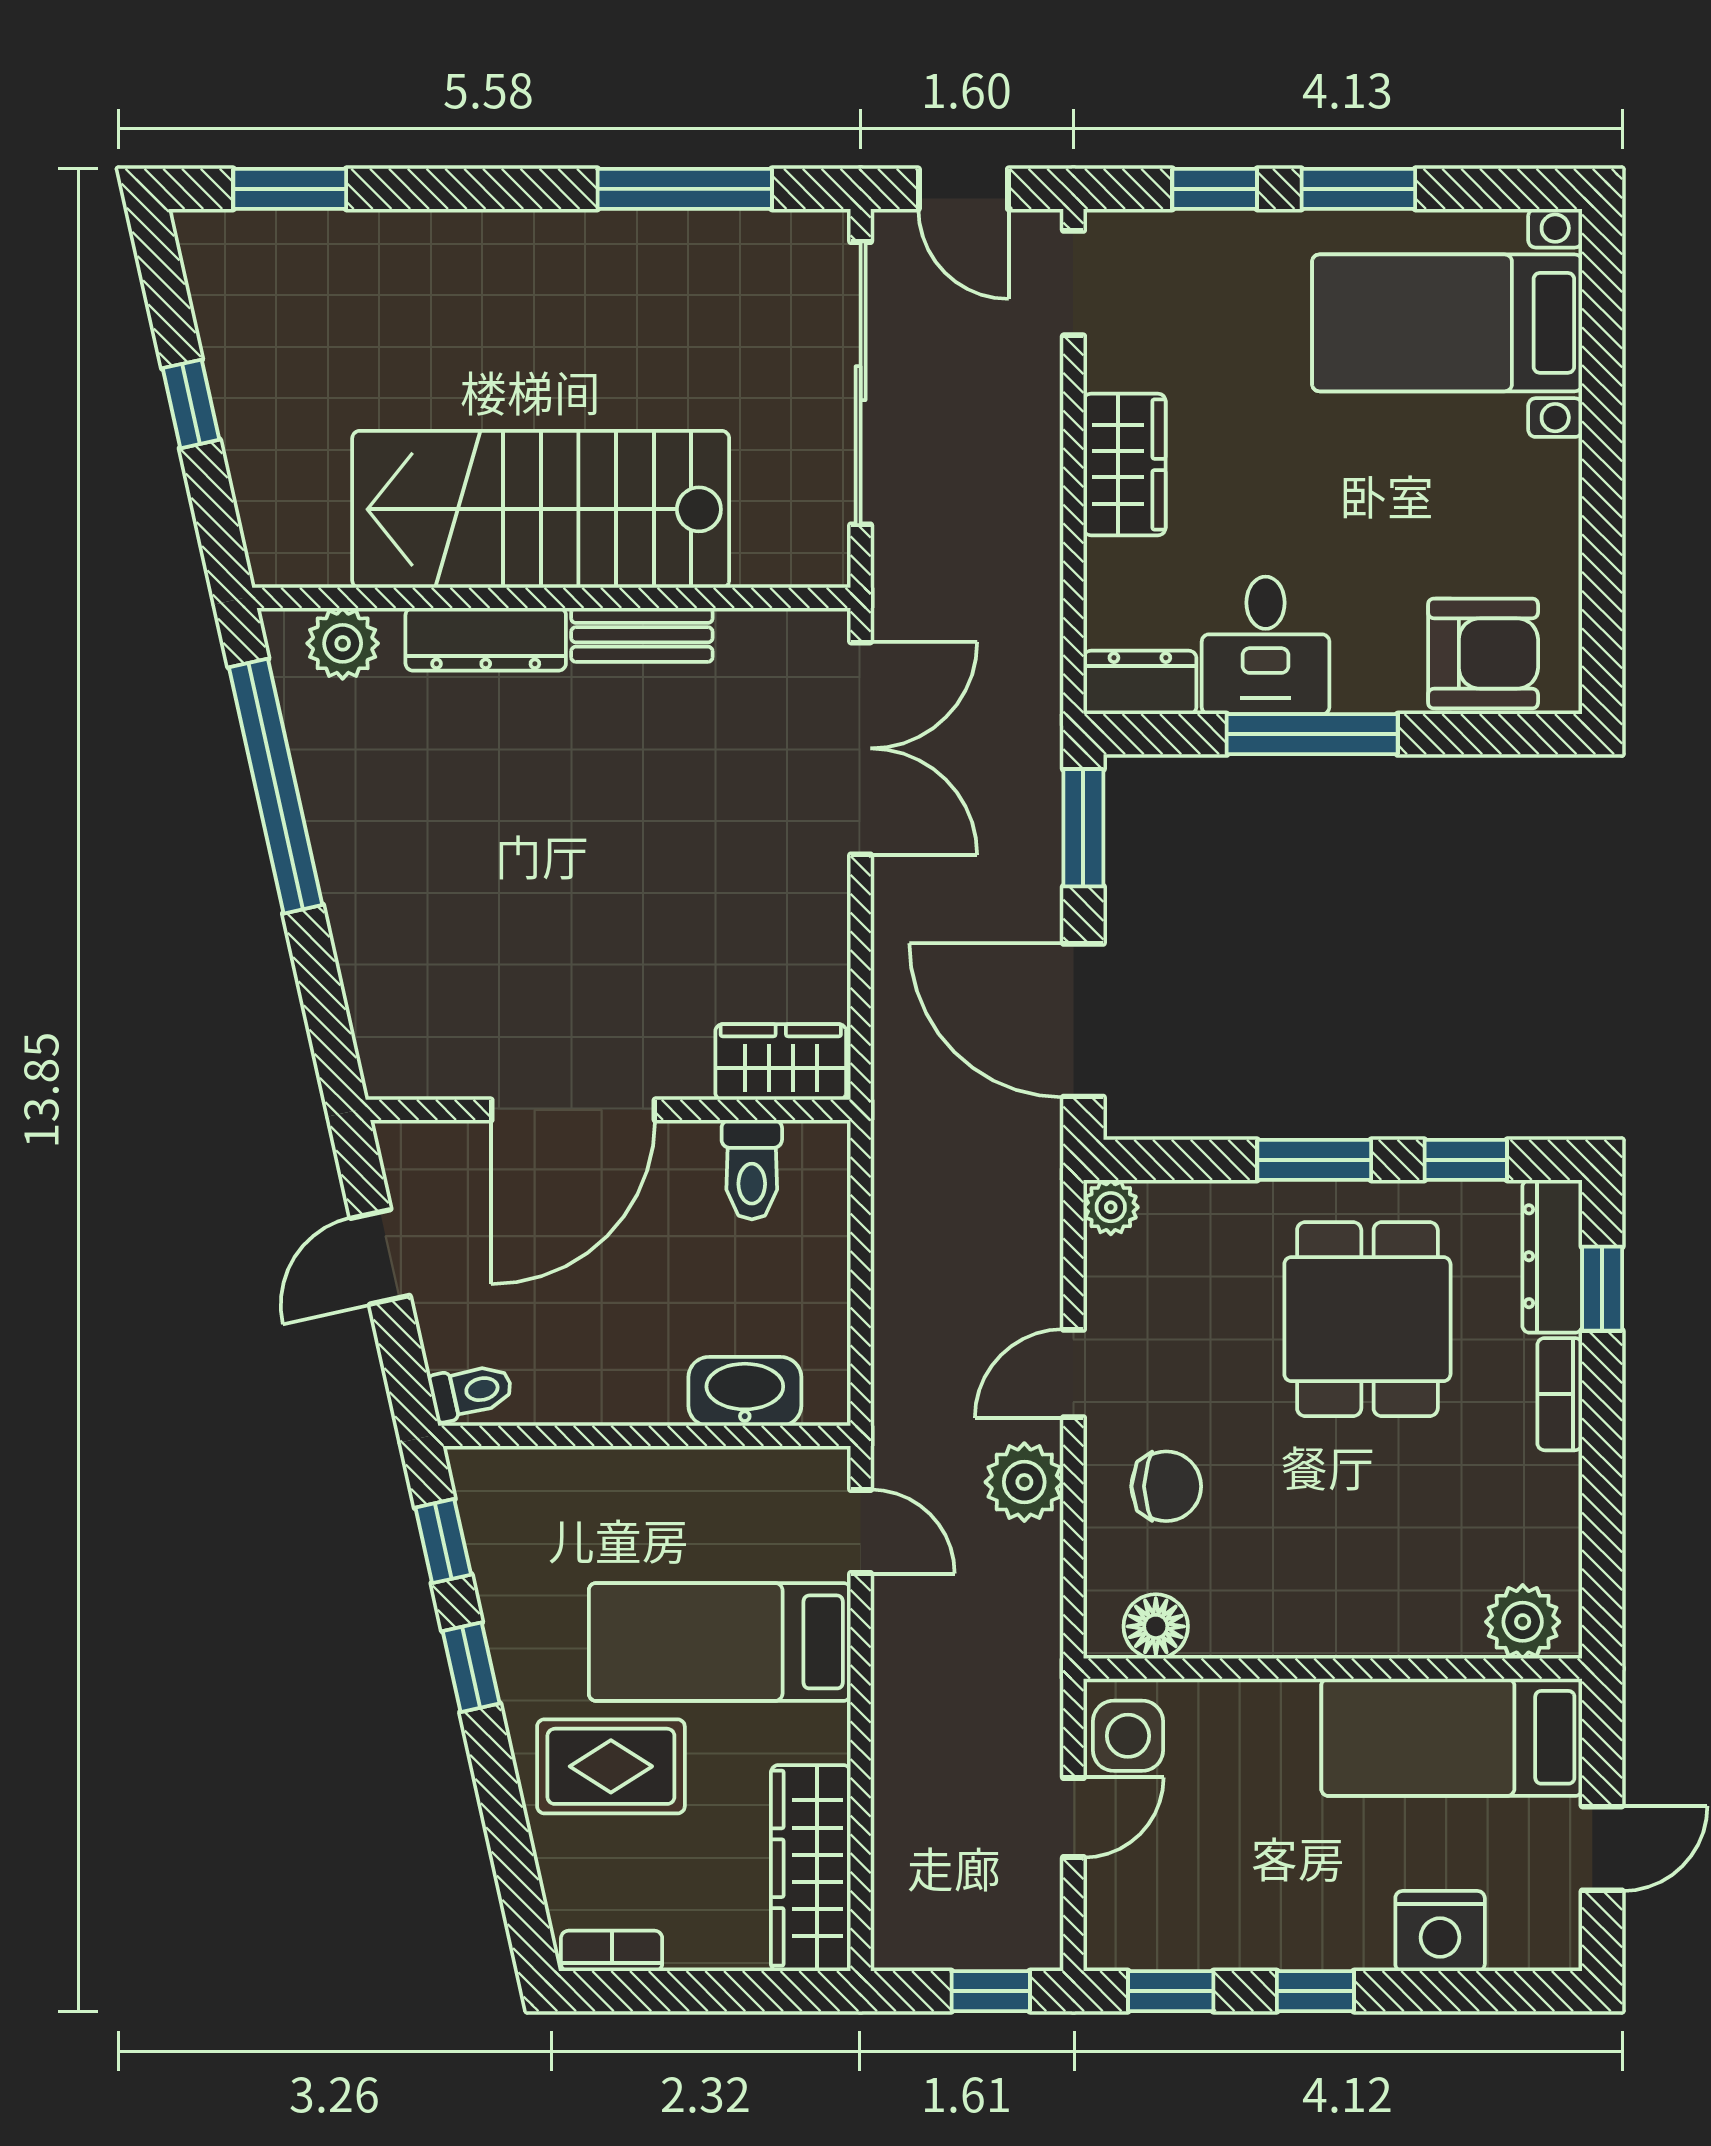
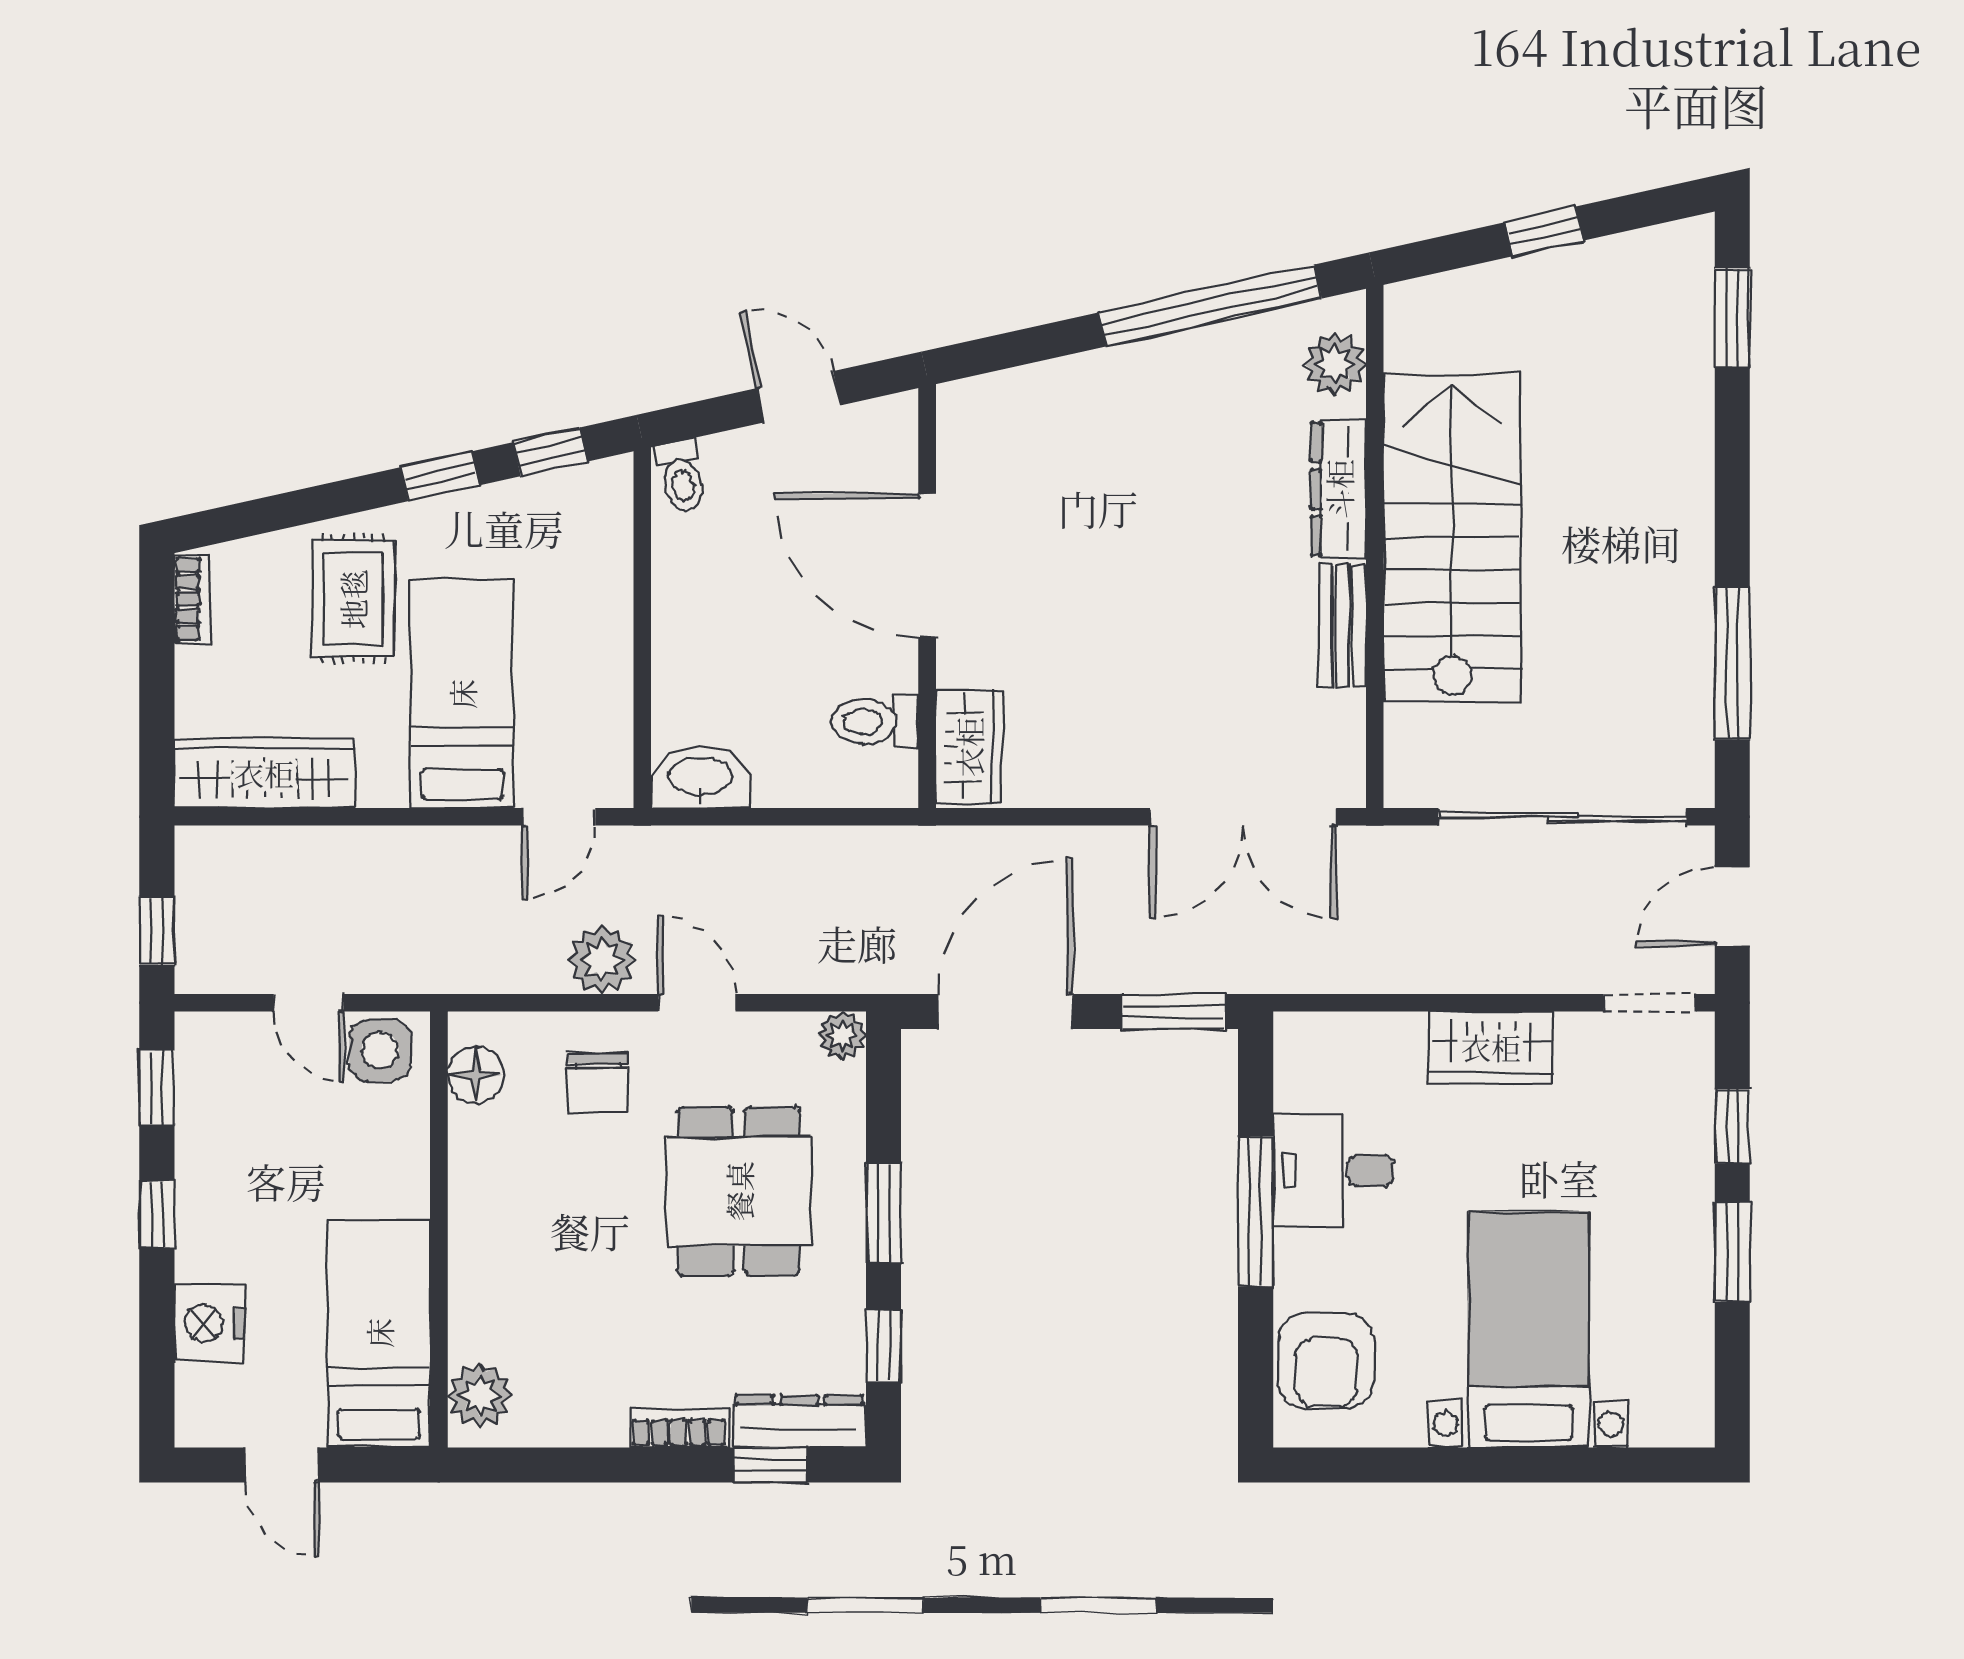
bed with nightstands: (1447, 323) -> (1528, 1329), moved
dresser: (1140, 682) -> (1301, 1061), removed
dining table: (1367, 1319) -> (739, 1191), moved, turned 90
washbasin: (745, 1391) -> (700, 778), moved, turned -90

